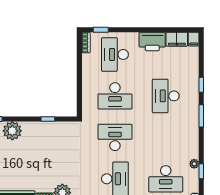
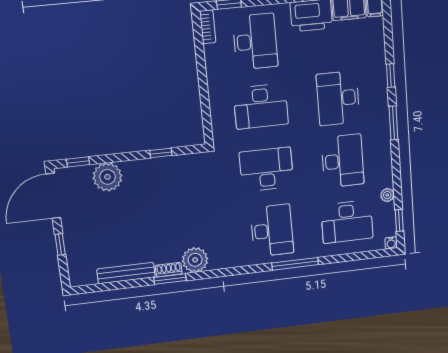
desk: (115, 54) -> (255, 42), turned 180
desk: (166, 137) -> (343, 161), added
window: (201, 171) -> (399, 220), moved

